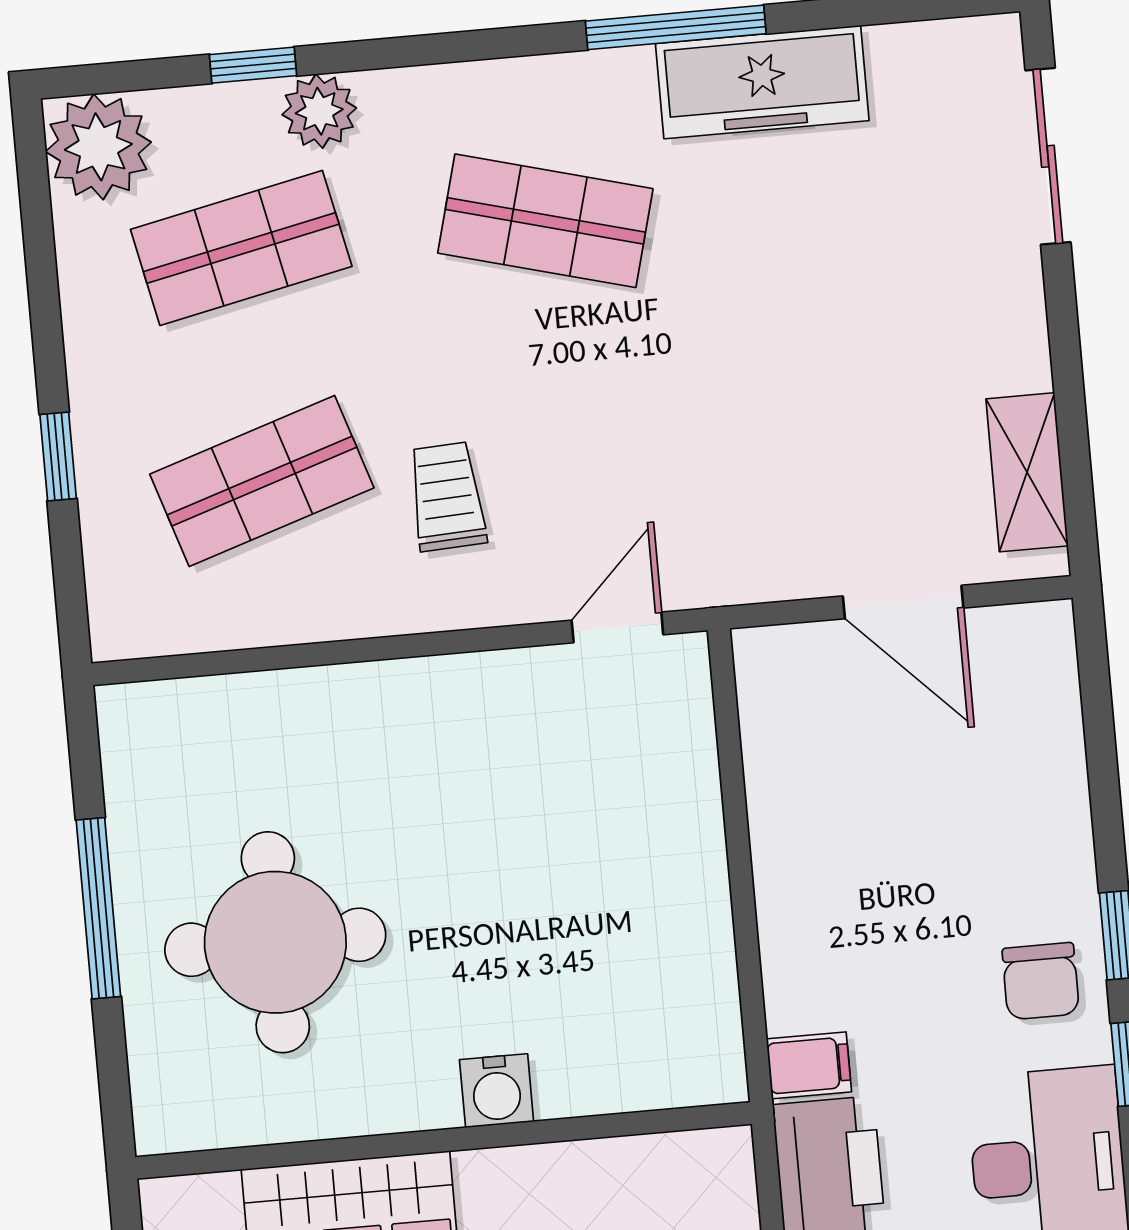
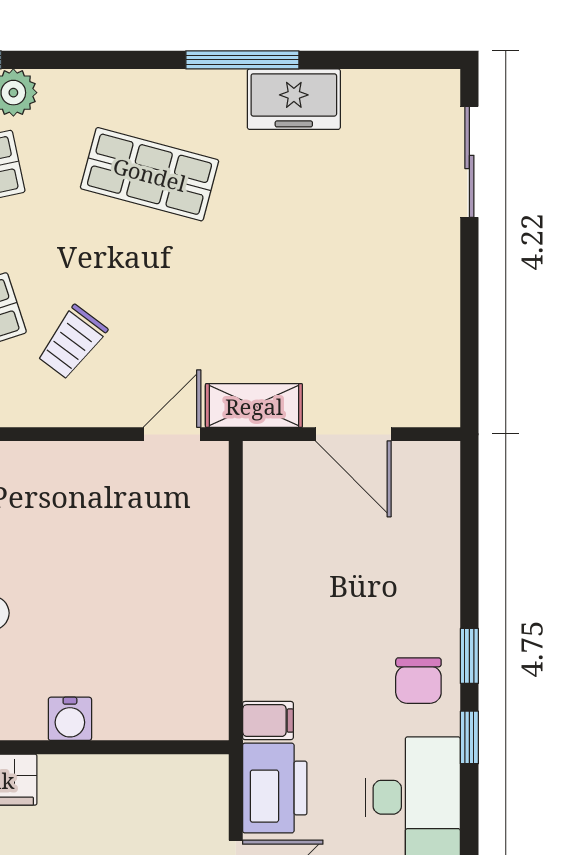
freezer: (762, 82) -> (294, 99), width x0.71
shelving: (1027, 472) -> (254, 406), moved, turned 90
trolley: (447, 497) -> (72, 342), turned -140

